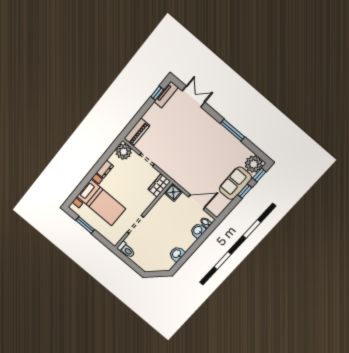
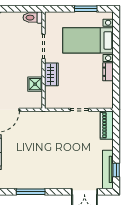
tv unit: (166, 94) -> (108, 169), width x1.41
plant: (124, 152) -> (104, 100), removed
wardrobe: (159, 185) -> (51, 74), moved
shower: (173, 192) -> (35, 84), moved

